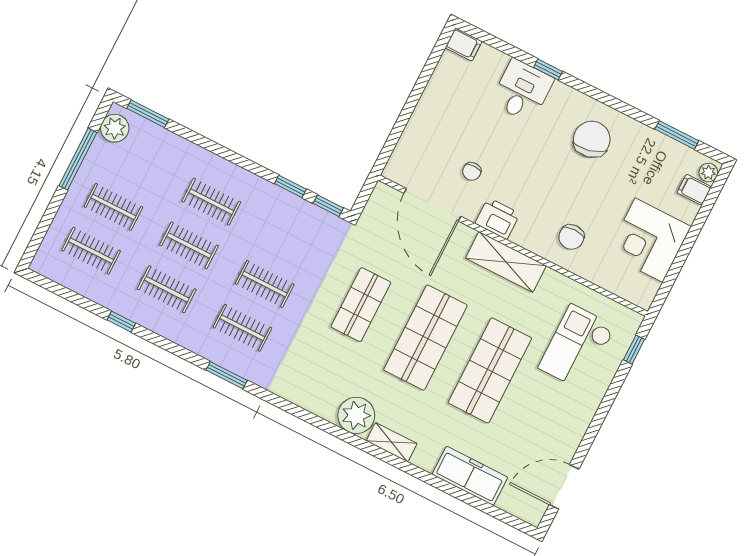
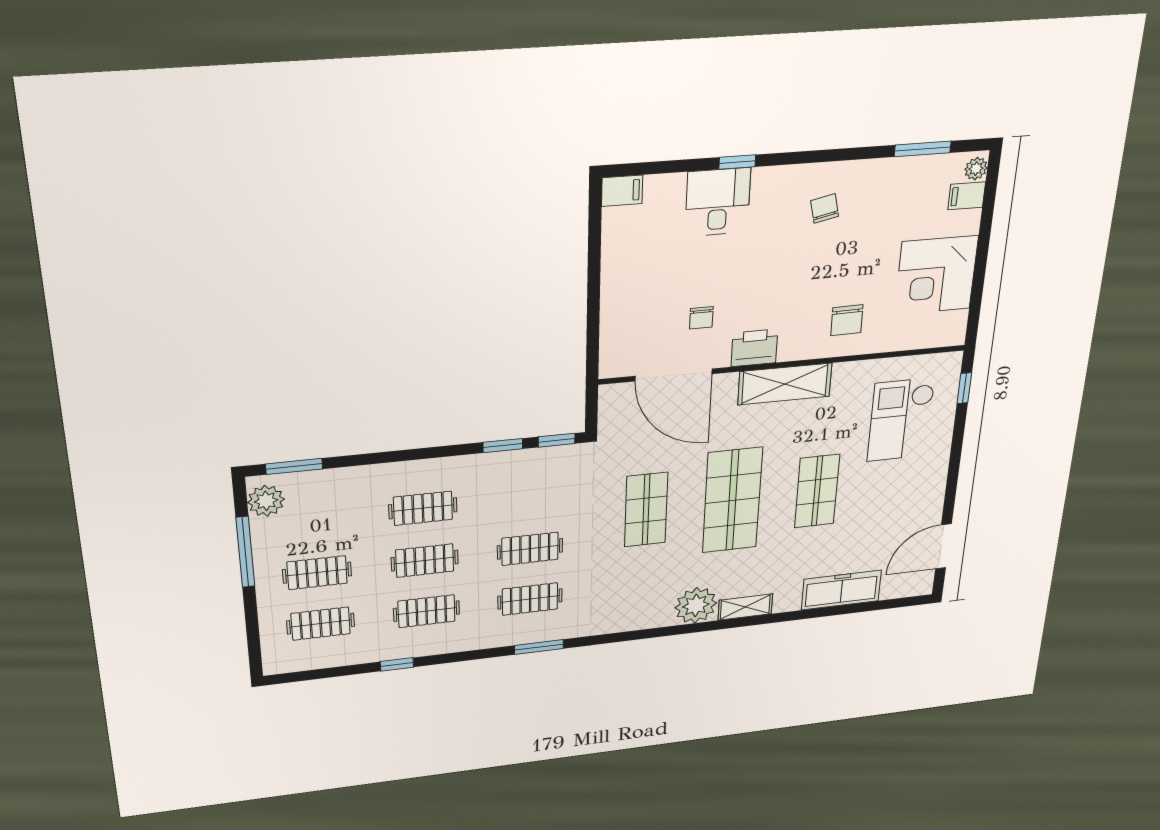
chair: (592, 139) -> (825, 208), width x0.54, depth x0.54
shop shelf: (490, 370) -> (817, 491), width x0.70, depth x0.74

